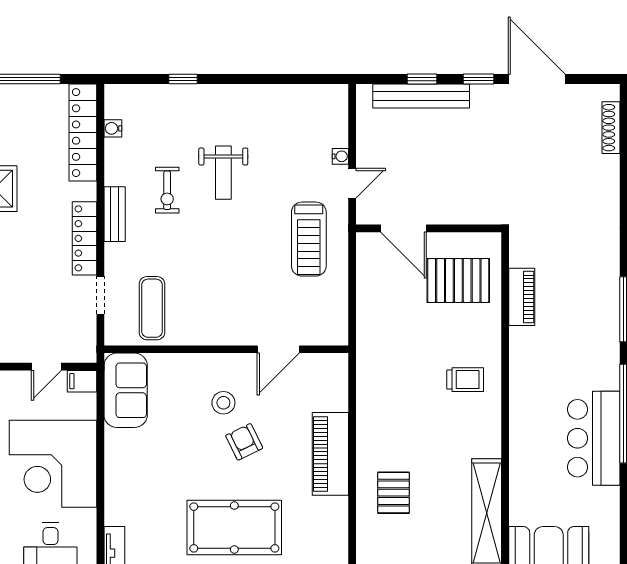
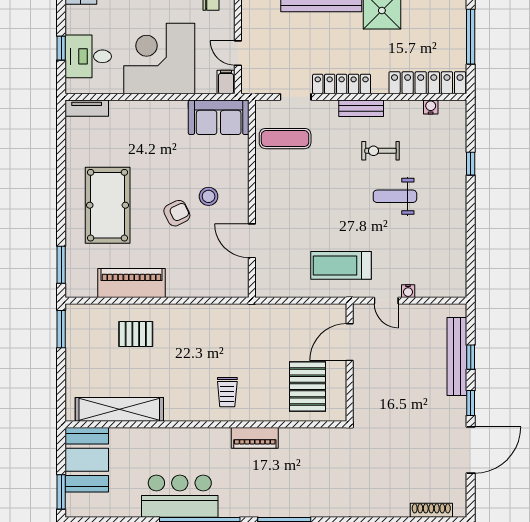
piano: (522, 297) -> (255, 438), moved
piano: (330, 454) -> (132, 283), moved

